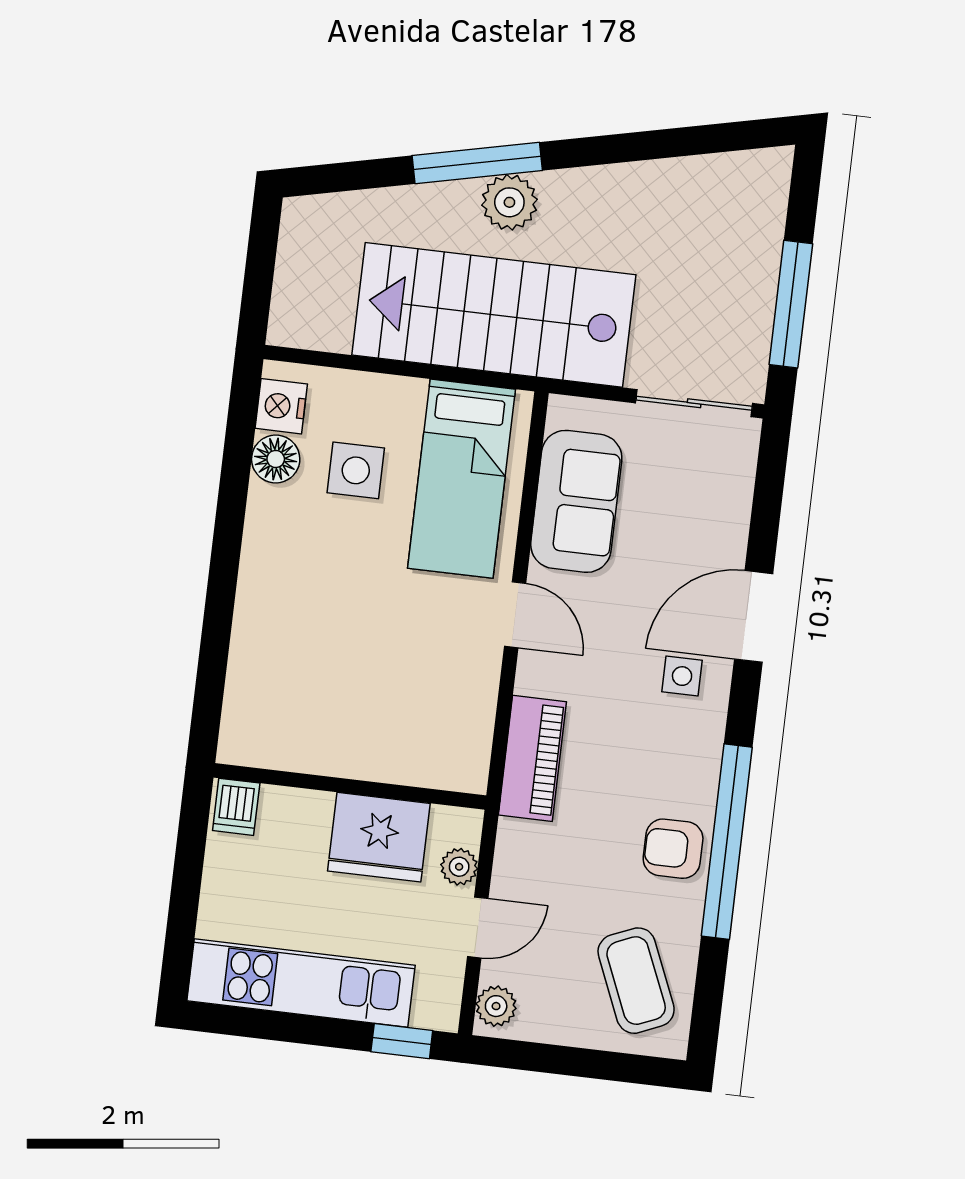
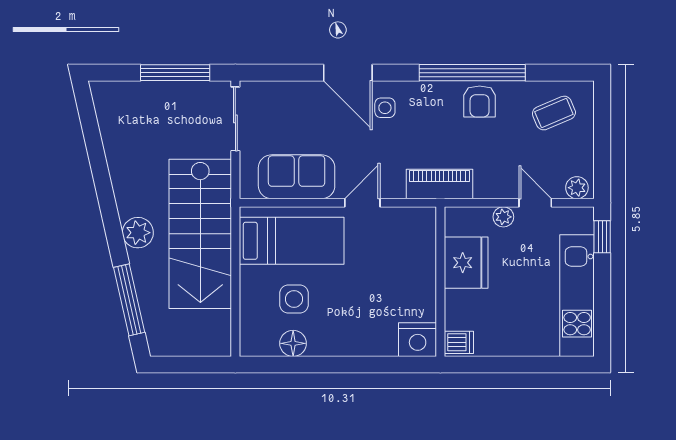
window: (477, 163) -> (129, 300), moved
nightstand: (281, 406) -> (418, 340), moved, width x1.36, depth x1.33
wall: (350, 787) -> (440, 282), moved
dishwasher: (236, 807) -> (459, 342), moved
fridge: (379, 837) -> (466, 263), moved
coffee table: (636, 981) -> (554, 113), width x0.73, depth x0.77

